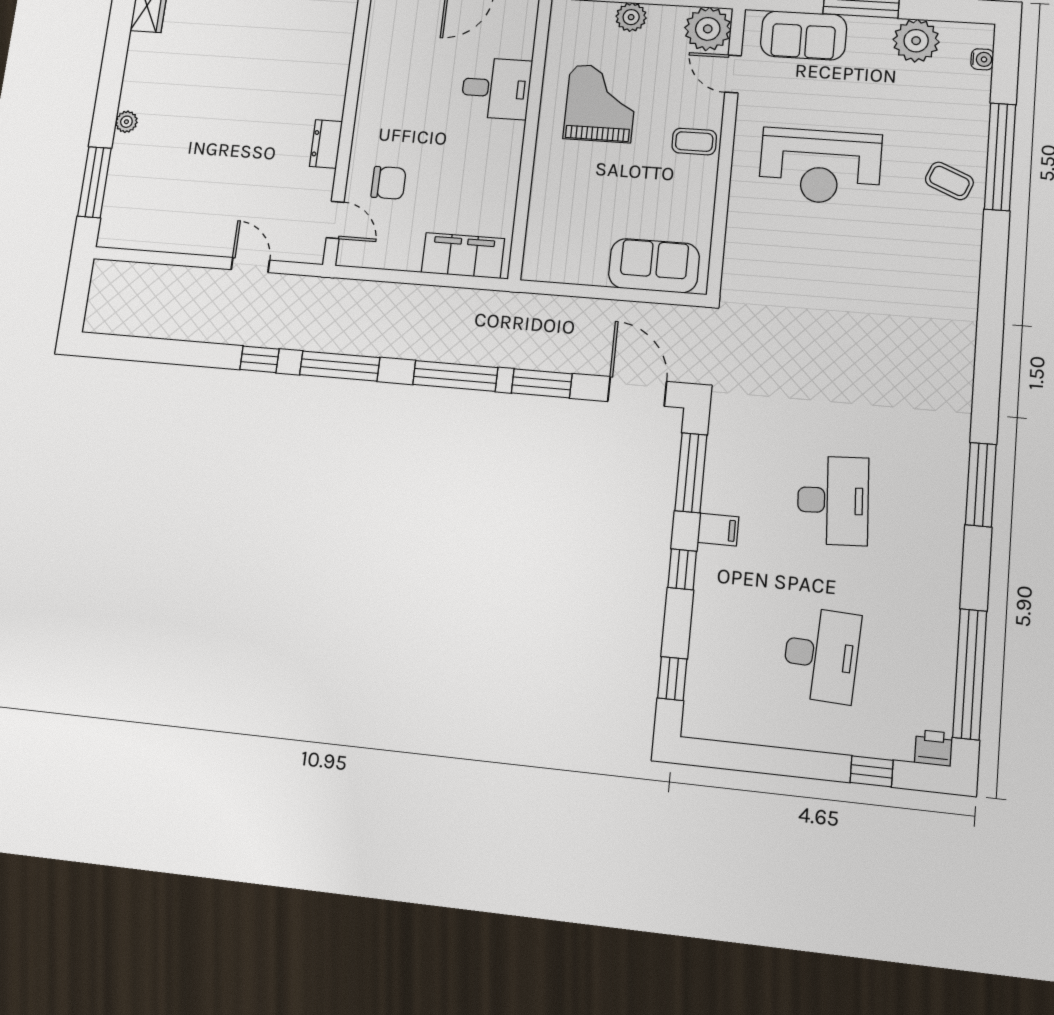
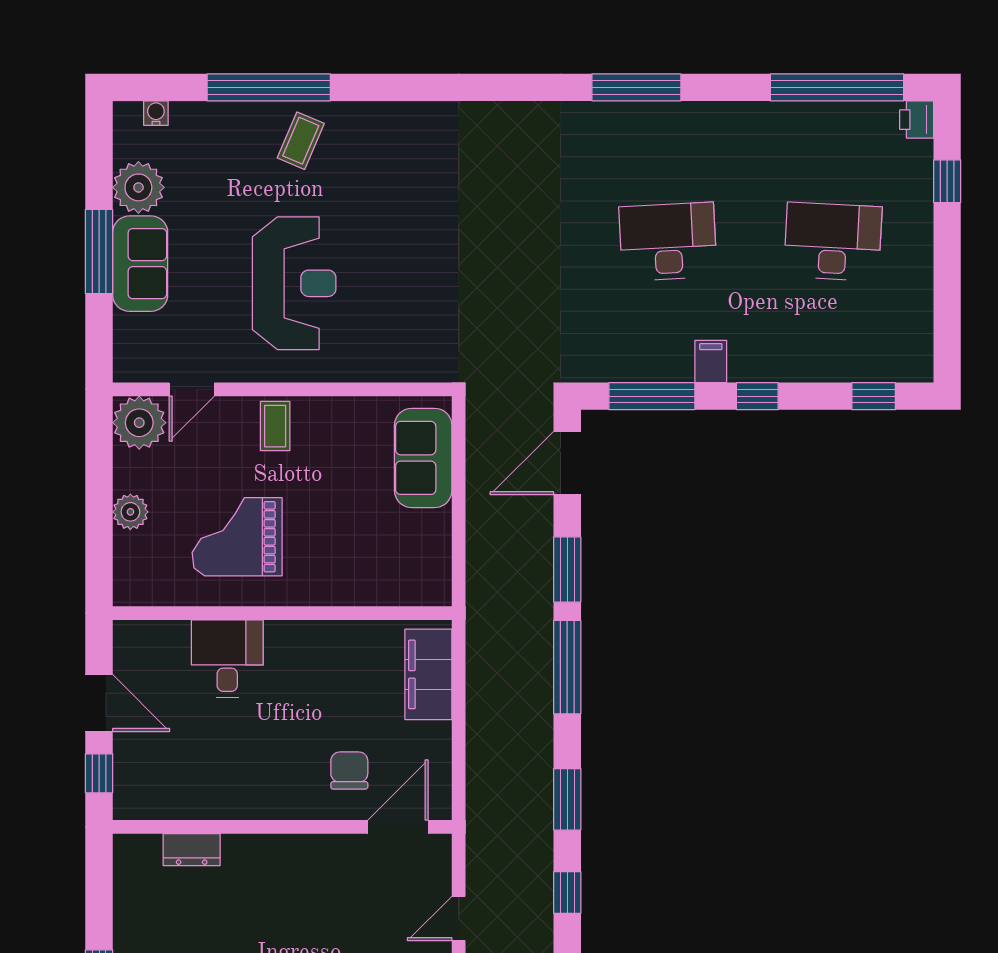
sofa: (804, 35) -> (140, 264), moved
dresser: (326, 144) -> (192, 850), moved
door: (335, 220) -> (398, 827), width x1.38
window: (340, 366) -> (567, 799), width x0.69

